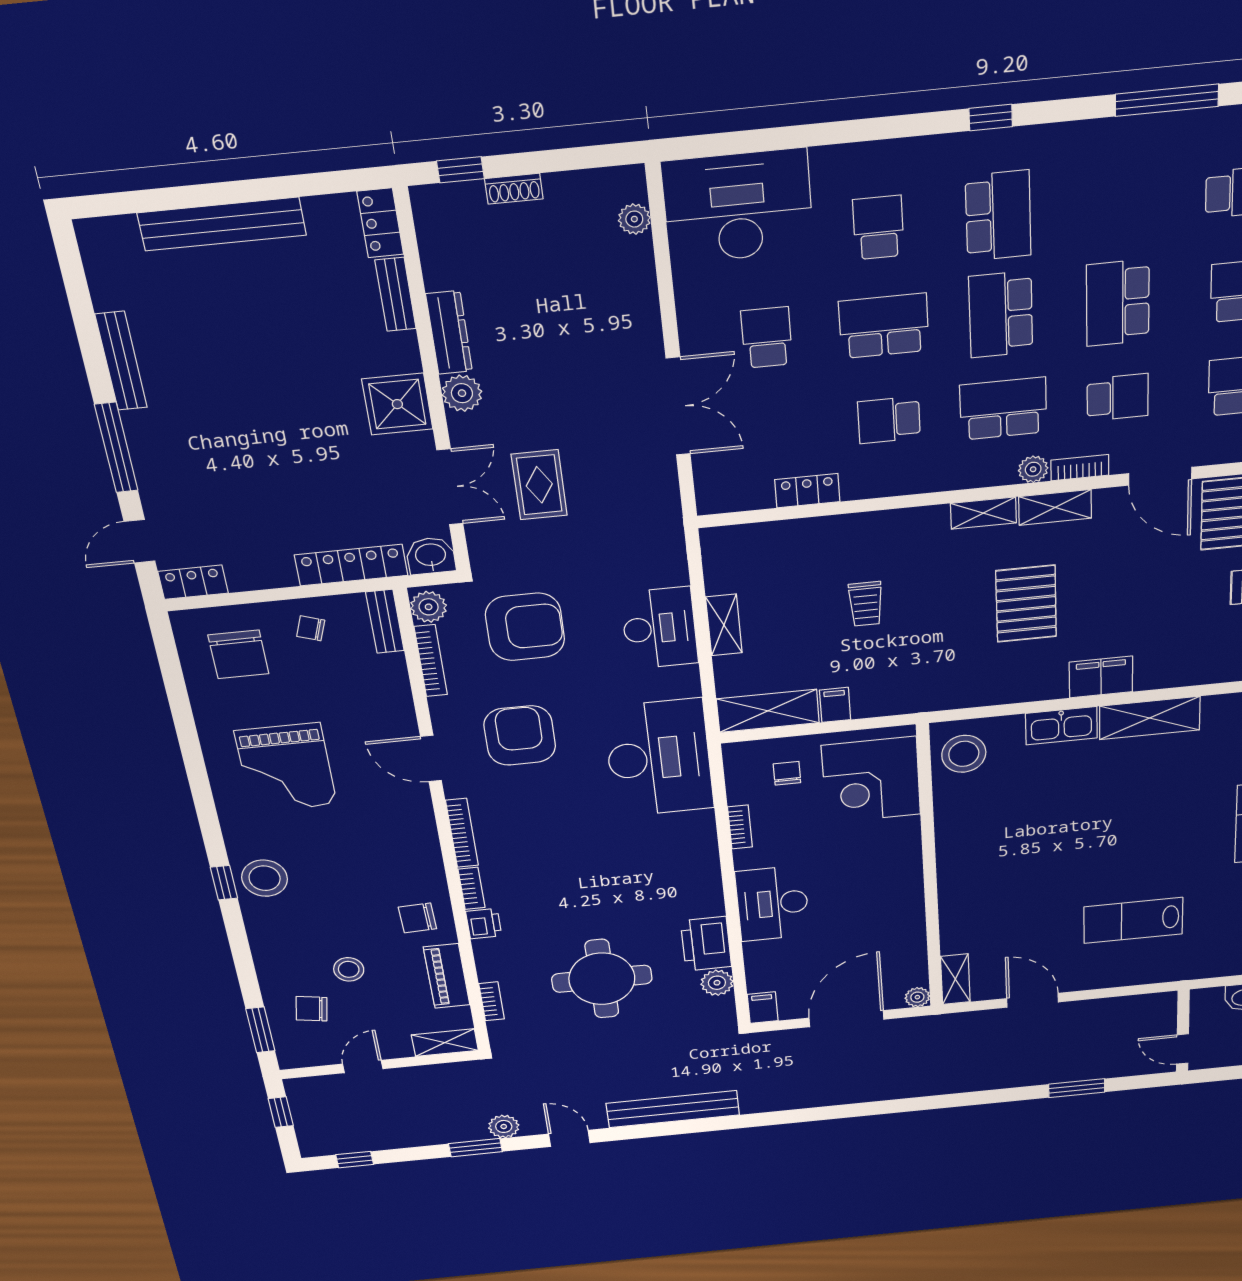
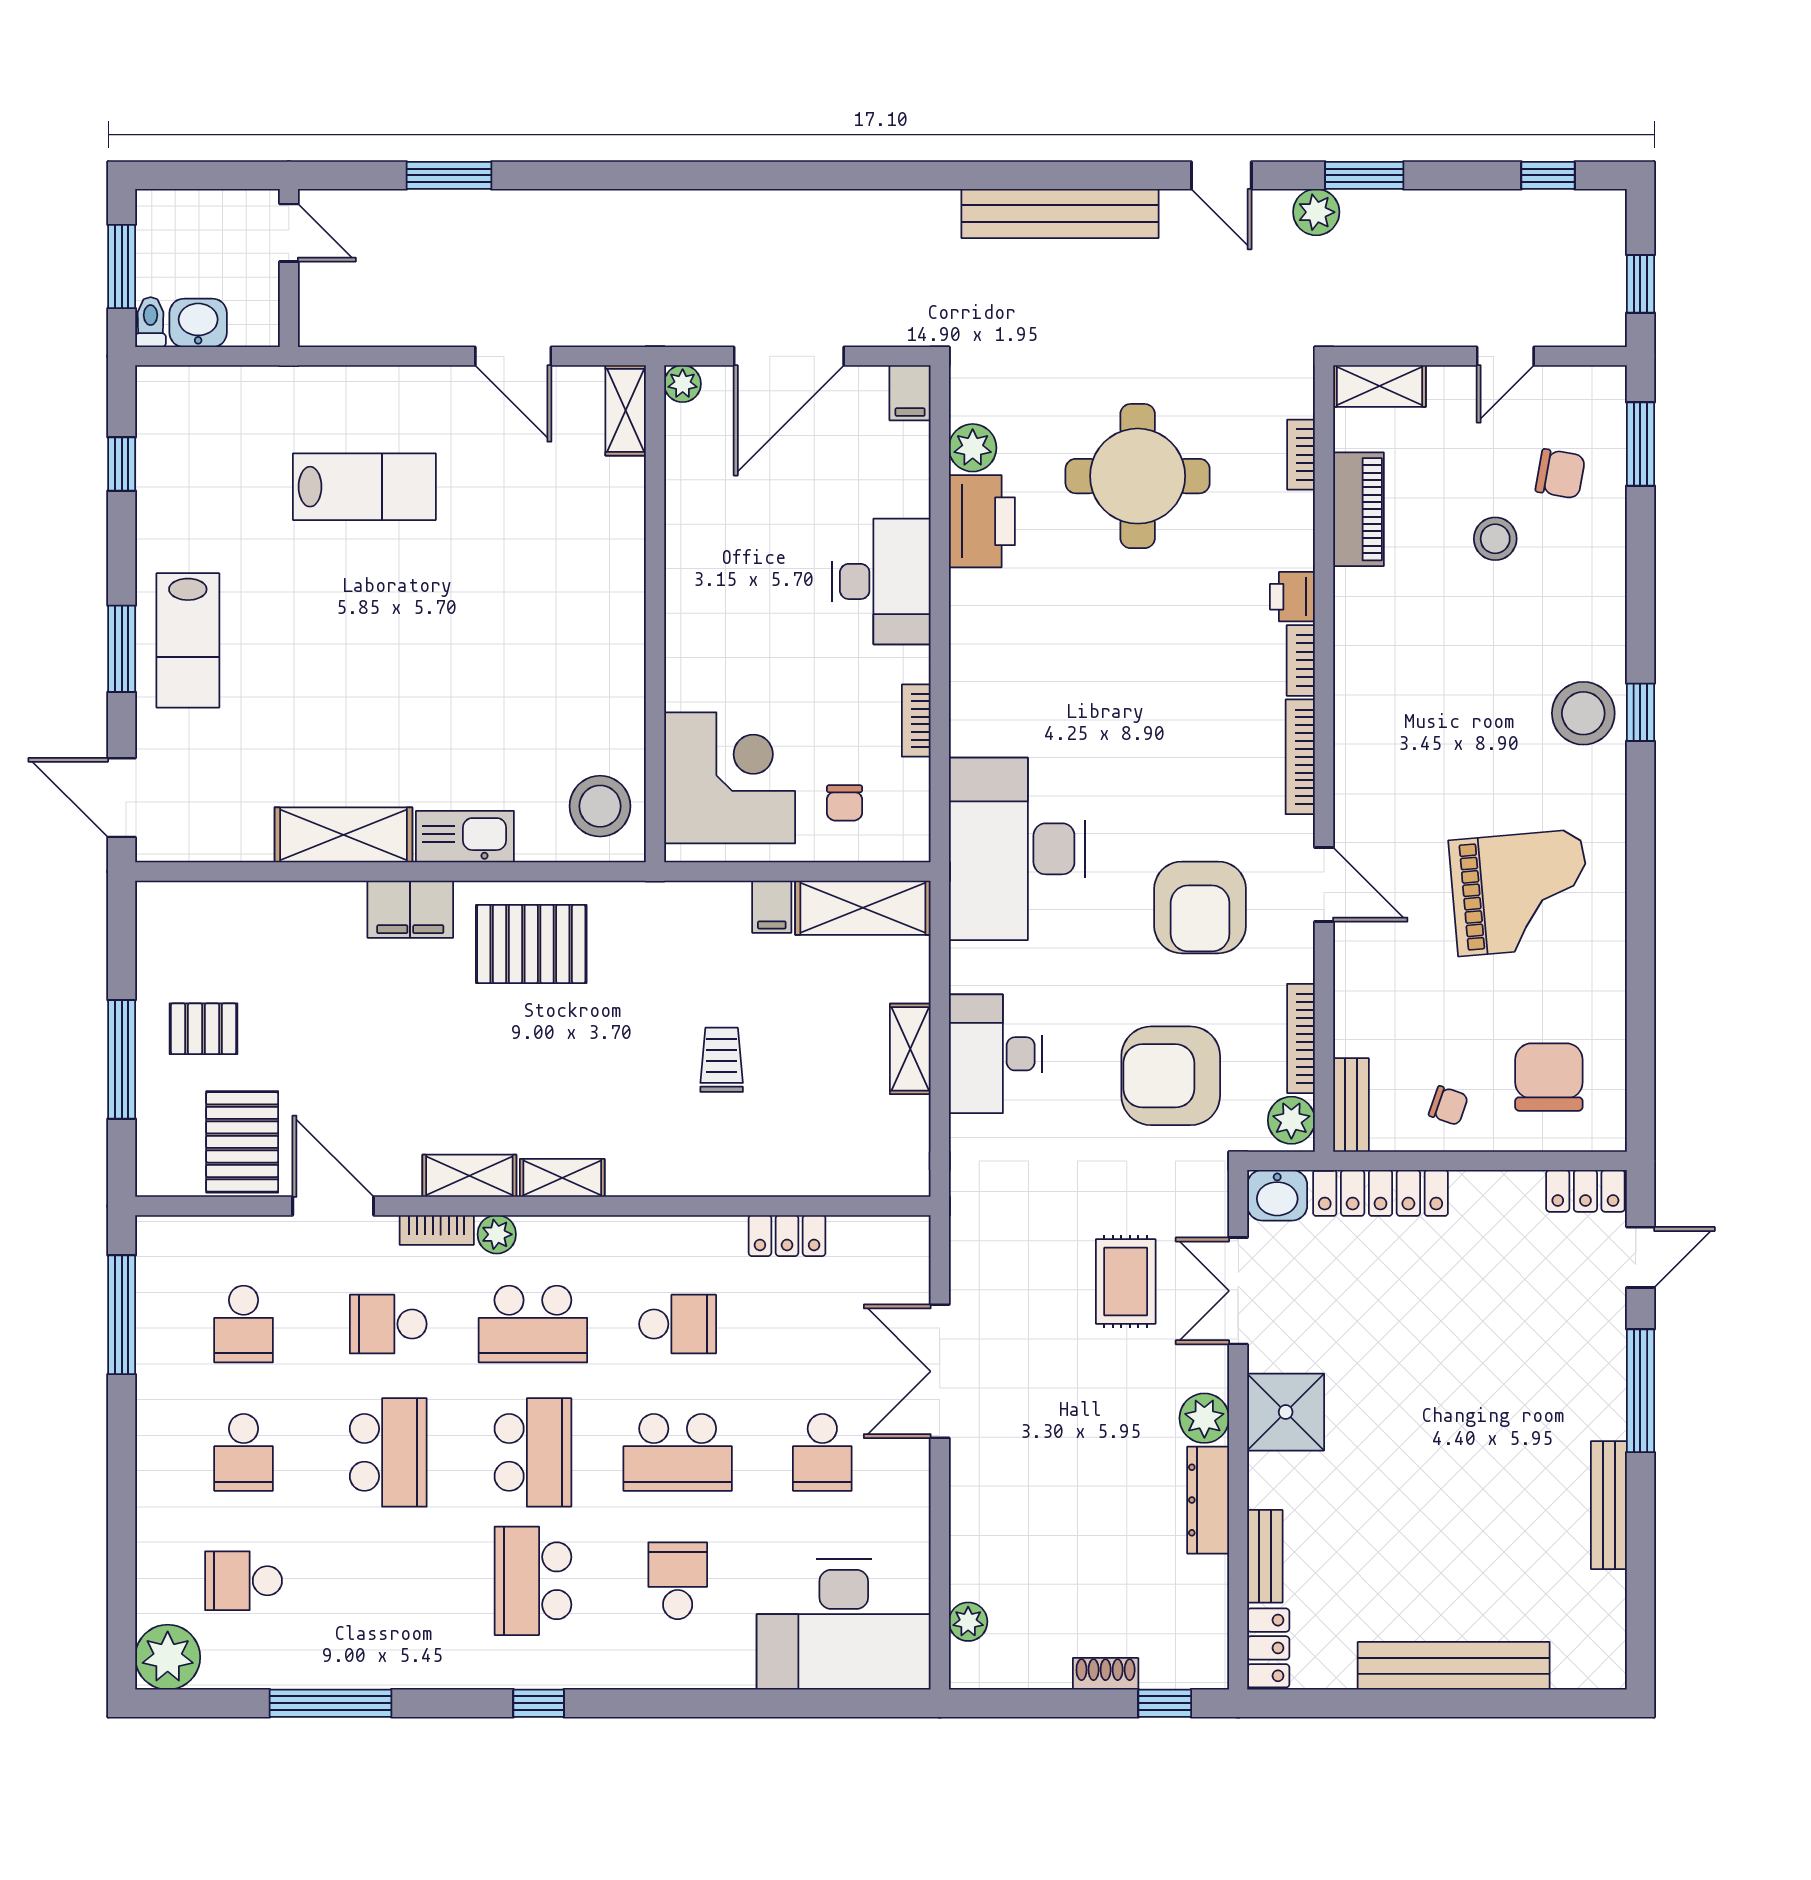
school desk: (878, 228) -> (678, 1581), turned 180
pallet: (1026, 604) -> (531, 944), moved, turned 90
grand piano: (286, 768) -> (1520, 893), turned 85
chair: (418, 918) -> (1384, 618), removed

